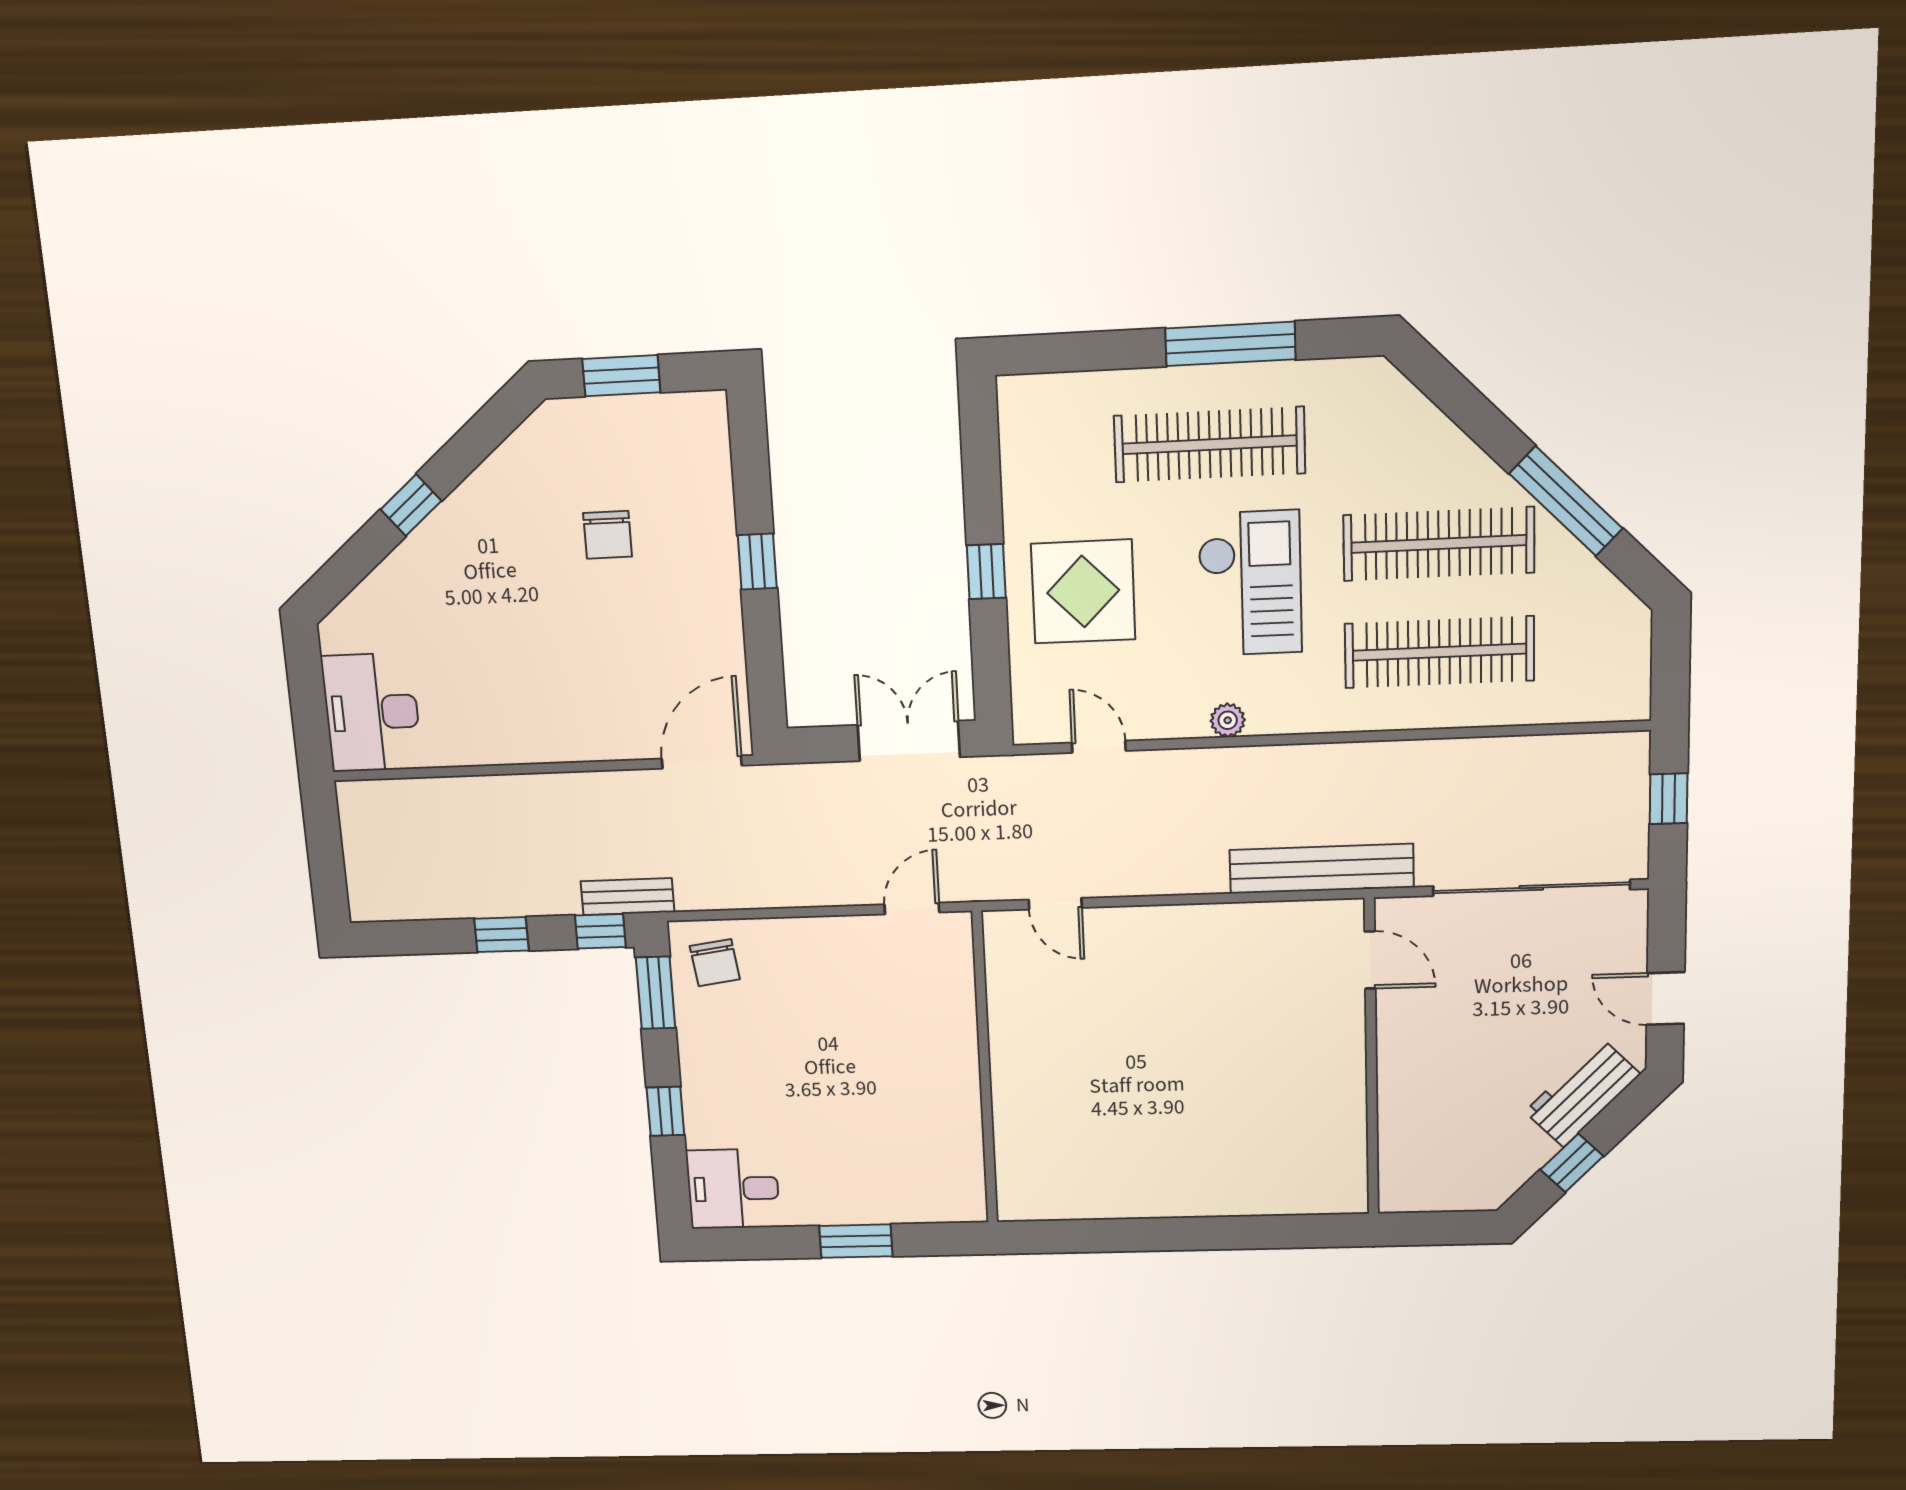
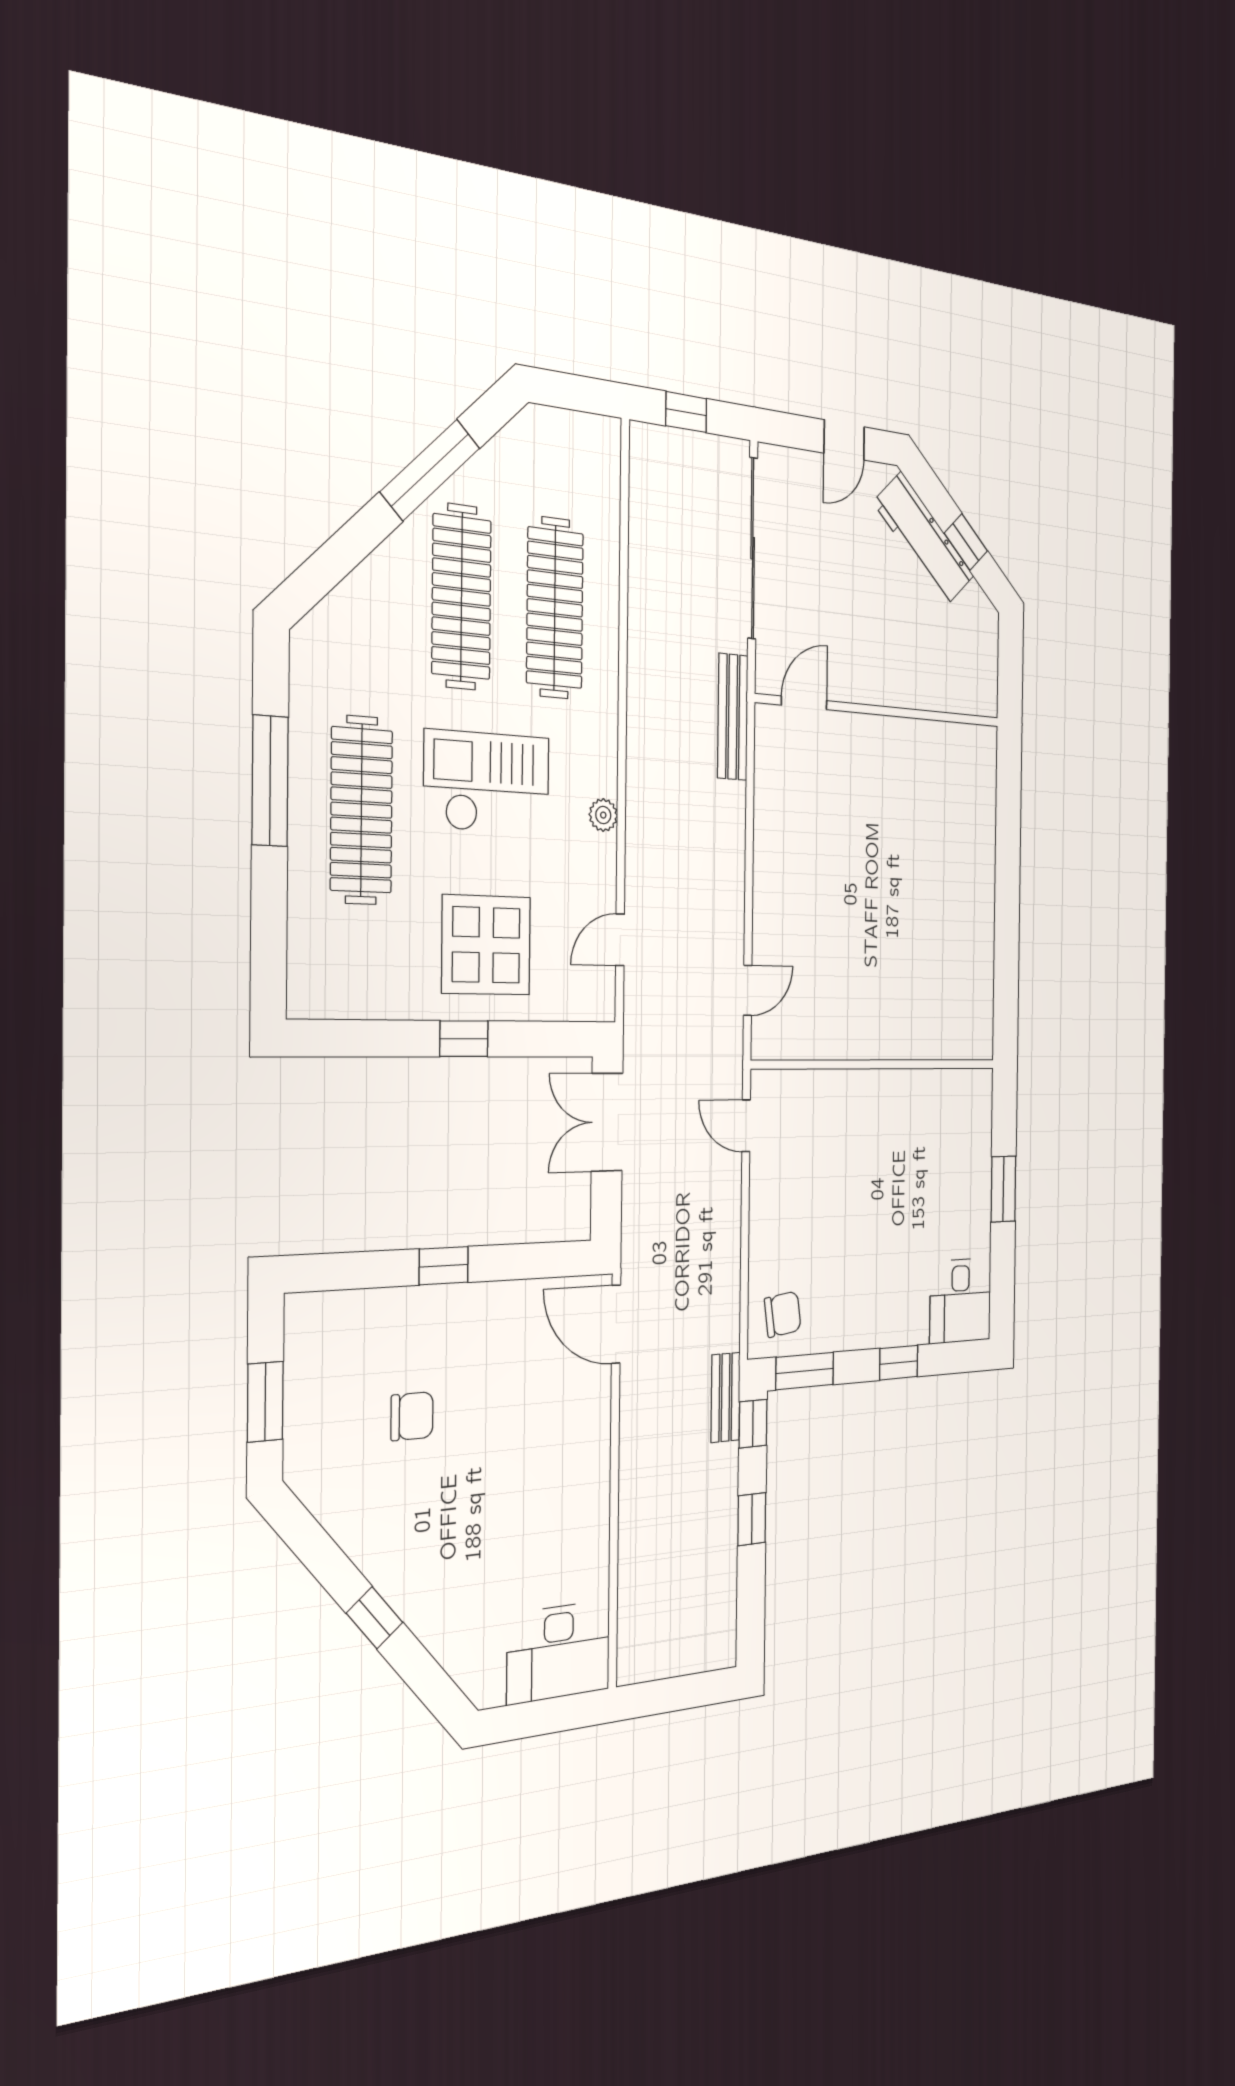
bench: (1322, 869) -> (733, 717), width x0.73, depth x0.82
workbench: (1582, 1093) -> (924, 539), width x1.38

